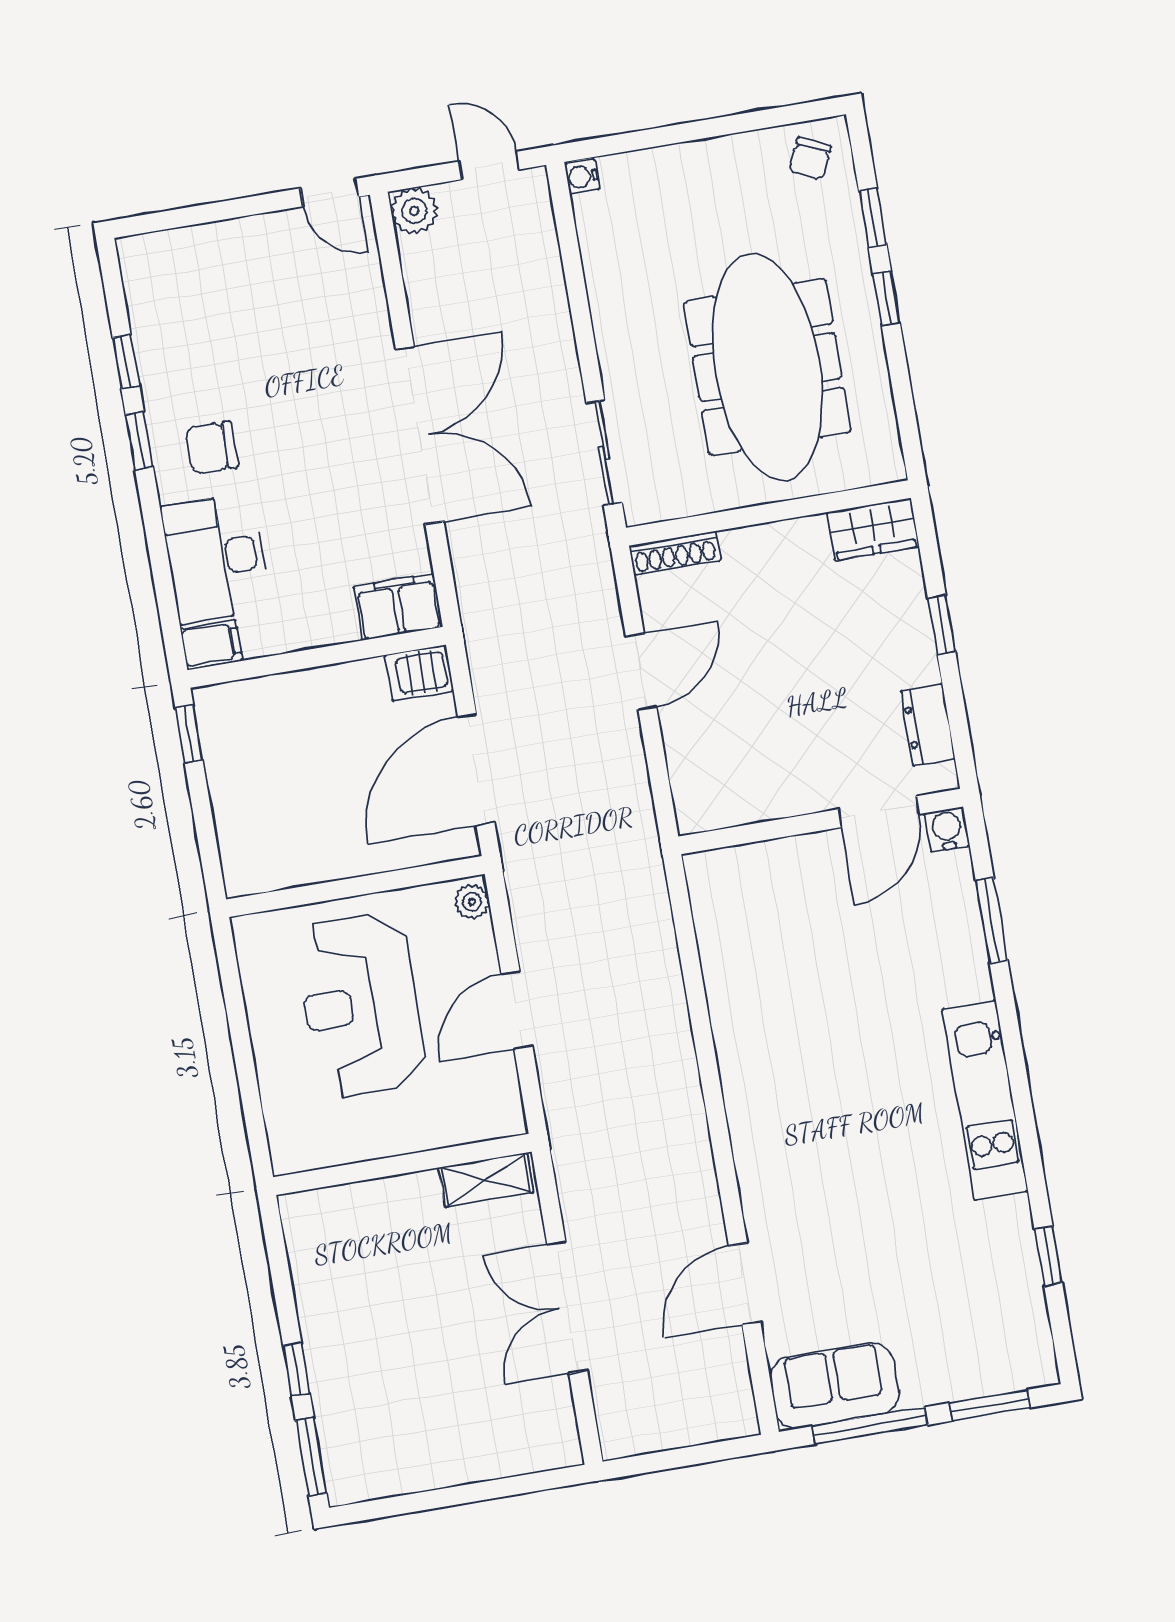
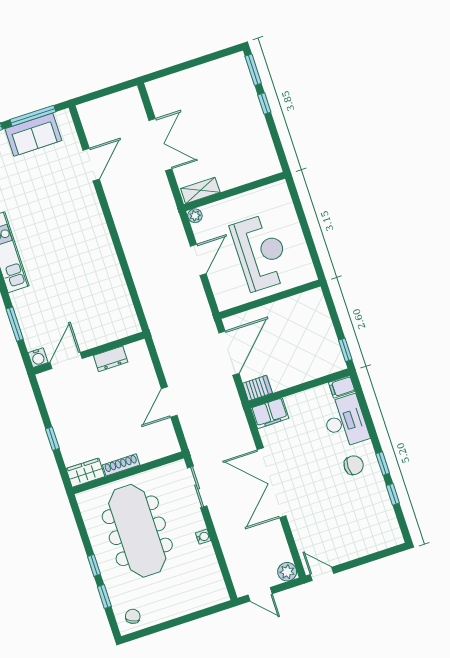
water cooler: (582, 177) -> (203, 537), moved
shoe rack: (675, 553) -> (121, 465), moved
dresser: (928, 725) -> (111, 359), moved, turned 90
plant: (472, 902) -> (195, 216), moved
sofa: (834, 1386) -> (33, 135), moved

